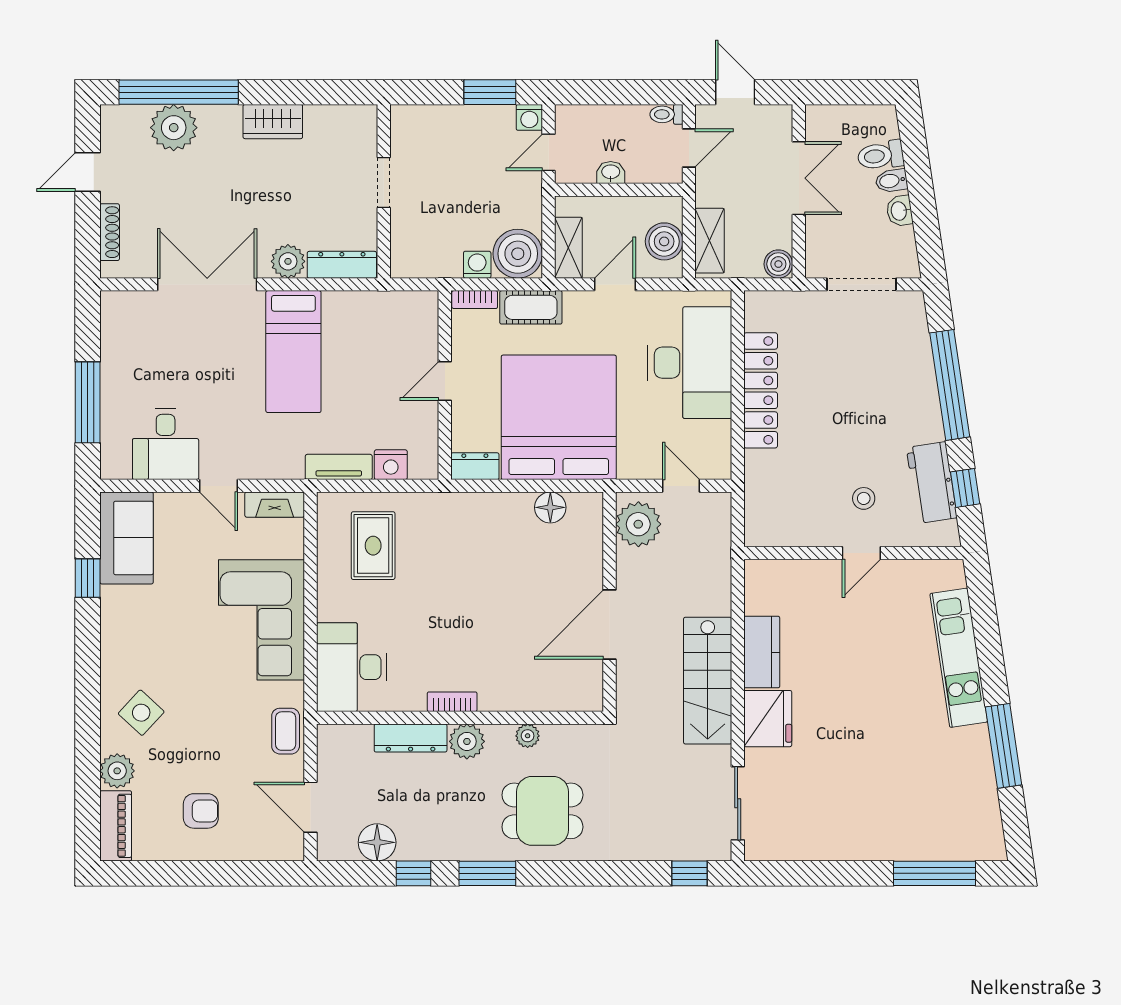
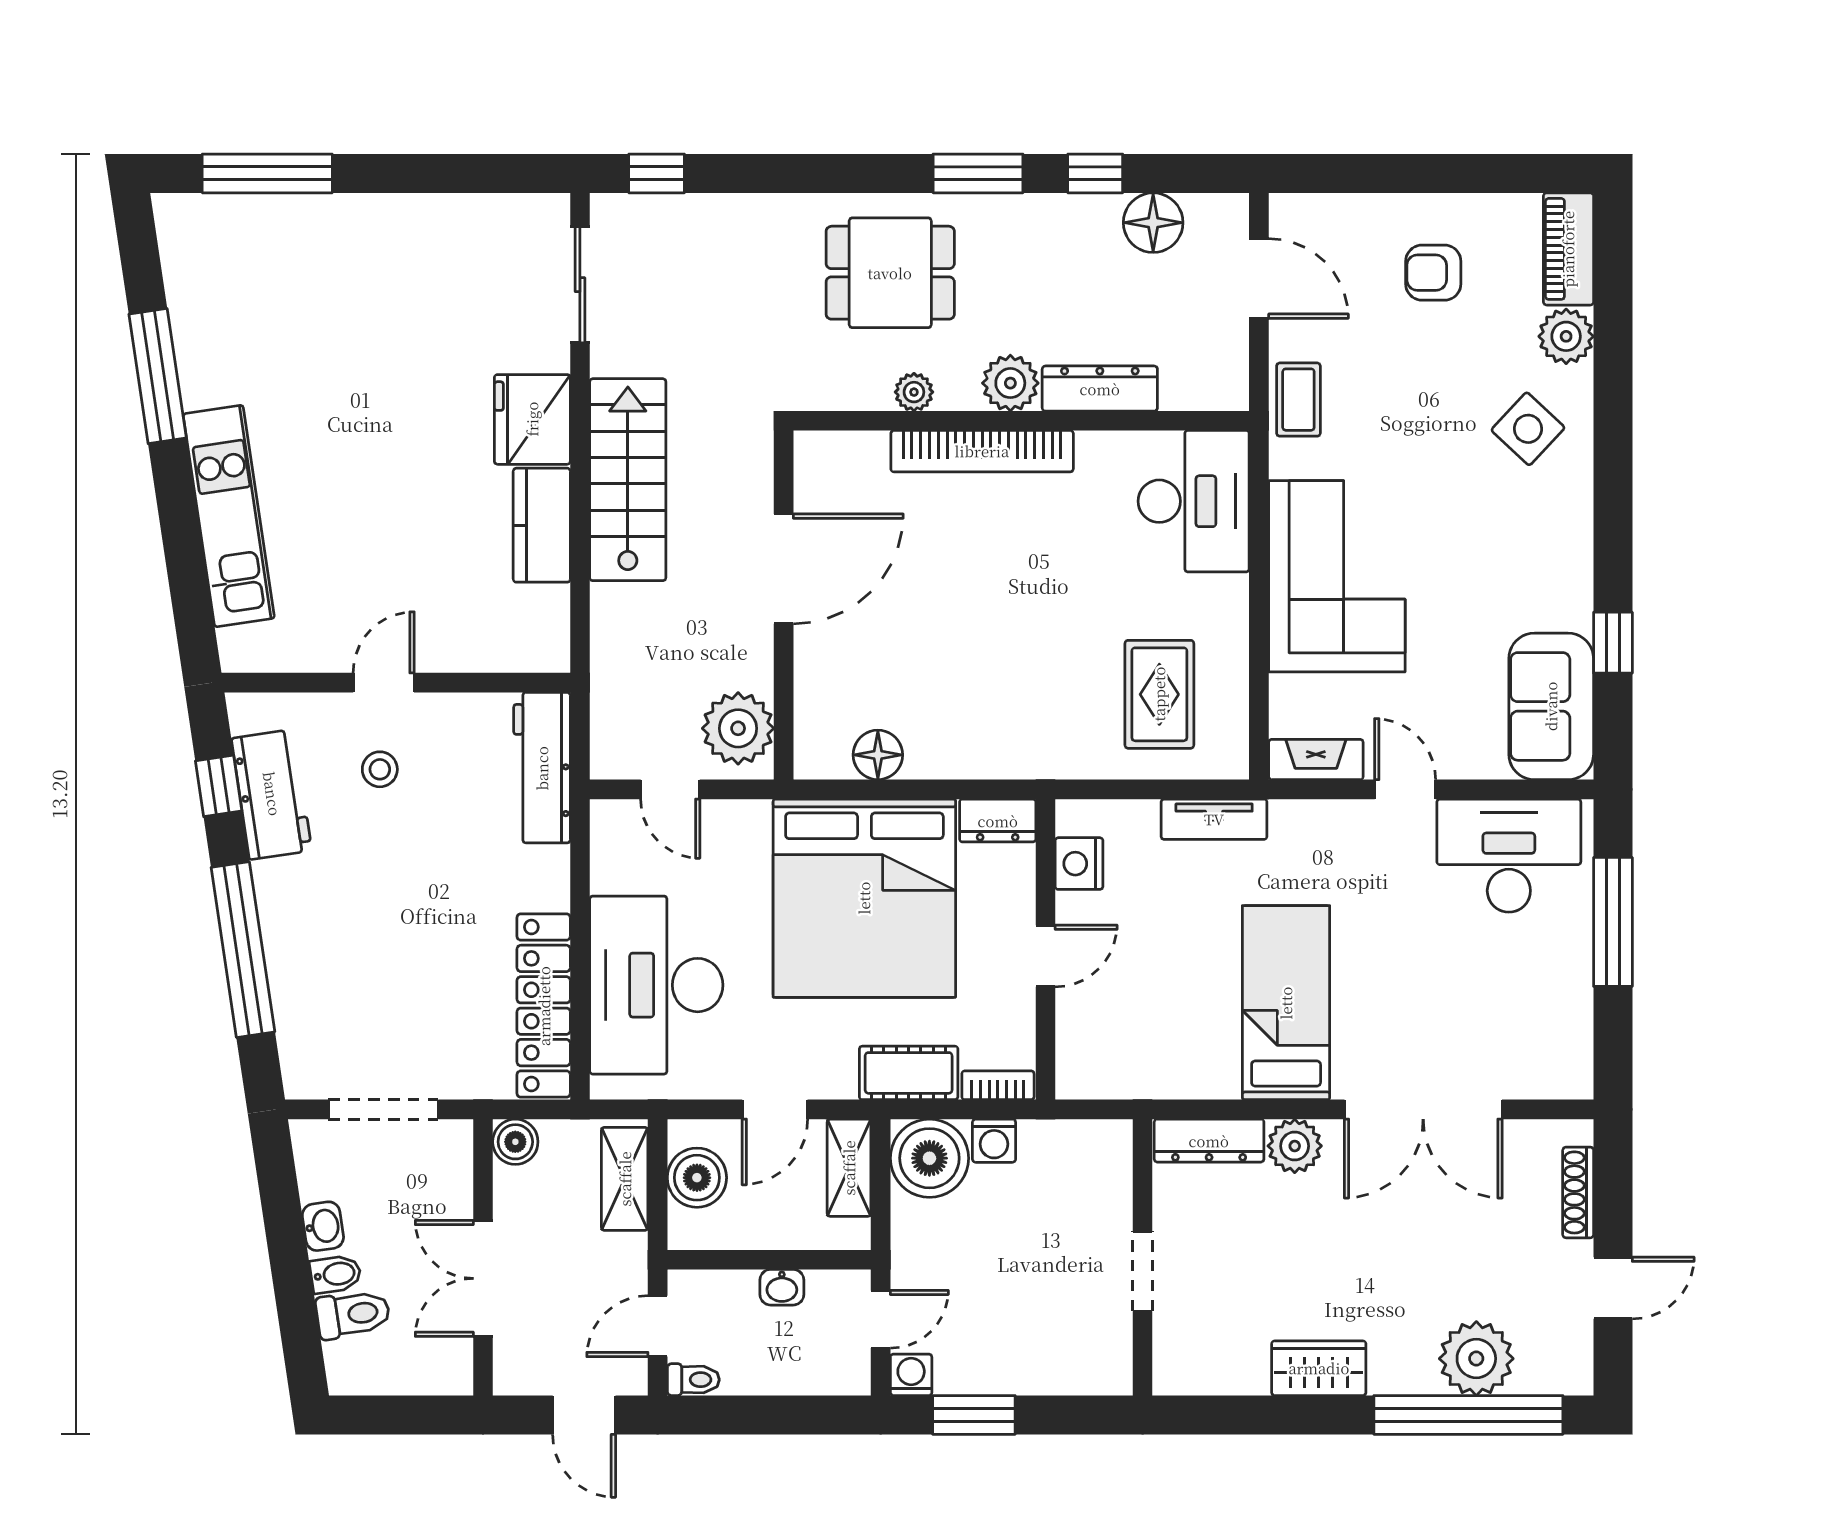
locker: (761, 390) -> (544, 1006), moved
desk: (166, 444) -> (1509, 856), width x1.37
nightstand: (391, 465) -> (1079, 864), moved, turned -90
workbench: (762, 499) -> (542, 768), added
bookcase: (452, 702) -> (982, 451), width x2.31, depth x1.31

